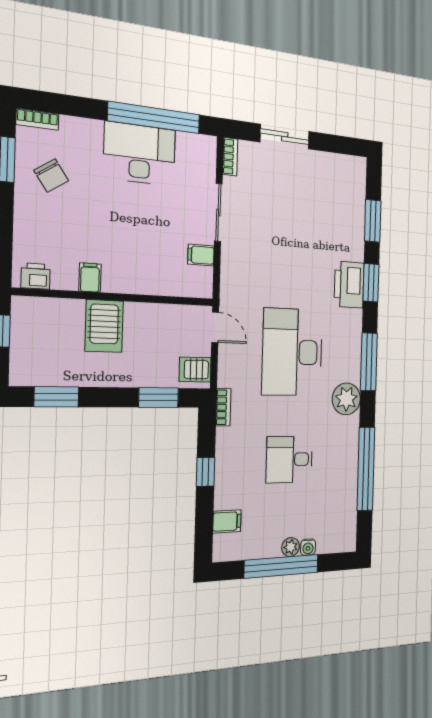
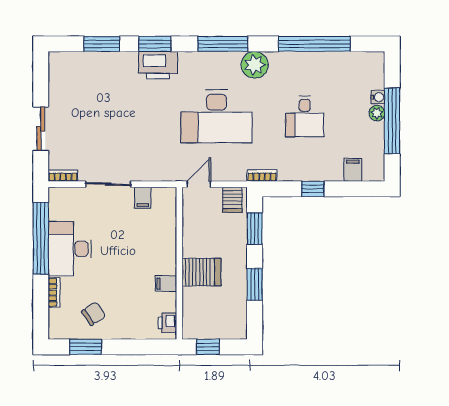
bookcase: (37, 119) -> (54, 292), moved
window: (56, 397) -> (255, 284), moved

